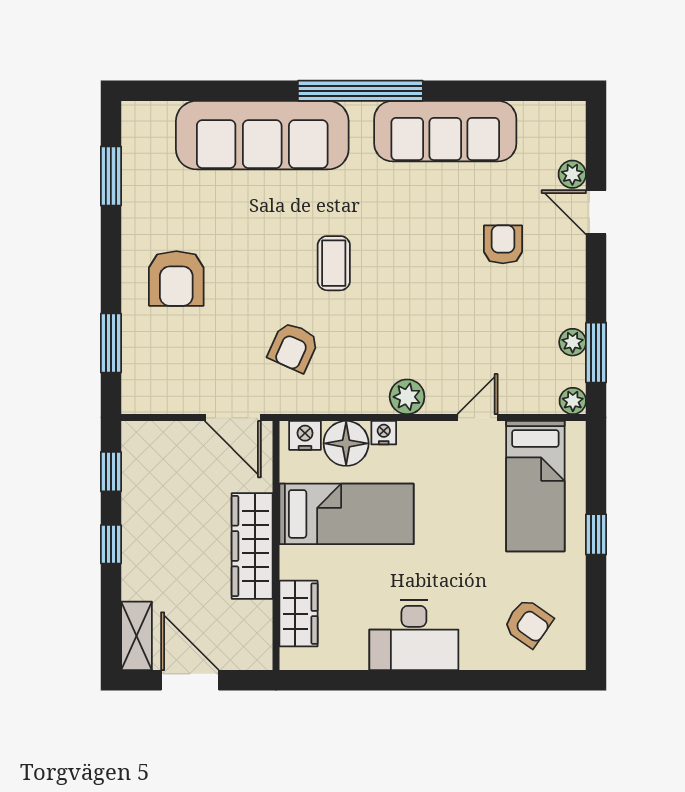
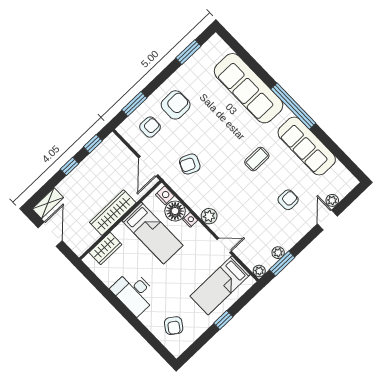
coffee table: (334, 263) -> (257, 159), moved
armchair: (176, 279) -> (176, 105), turned 180
armchair: (172, 354) -> (150, 127), added

